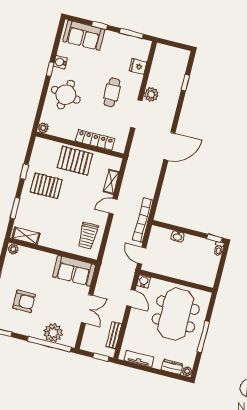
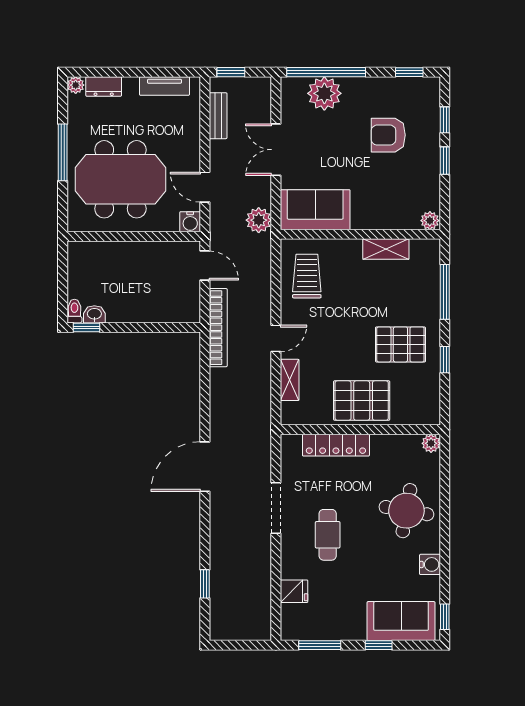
window: (50, 69) -> (445, 617), moved
plant: (151, 95) -> (259, 220), moved
window: (15, 208) -> (445, 292), width x1.44
shelving: (26, 236) -> (386, 249), moved
washbasin: (178, 236) -> (94, 314), moved
meeting table: (176, 314) -> (120, 179), turned 90

